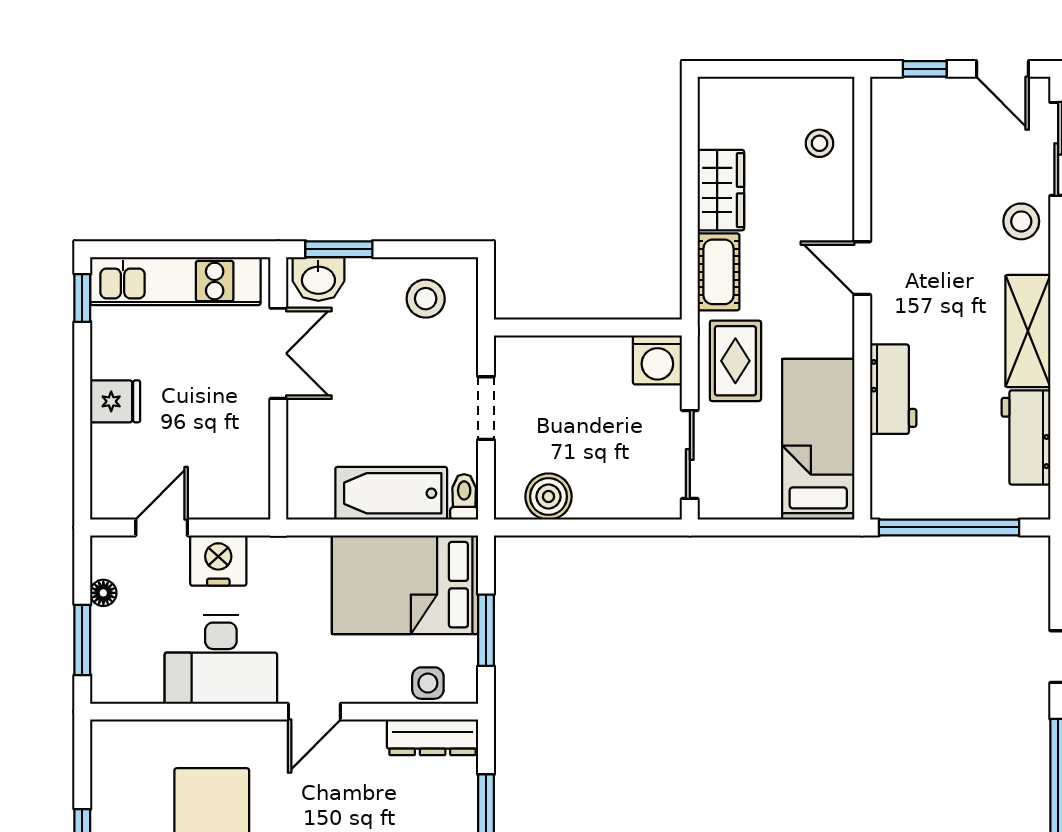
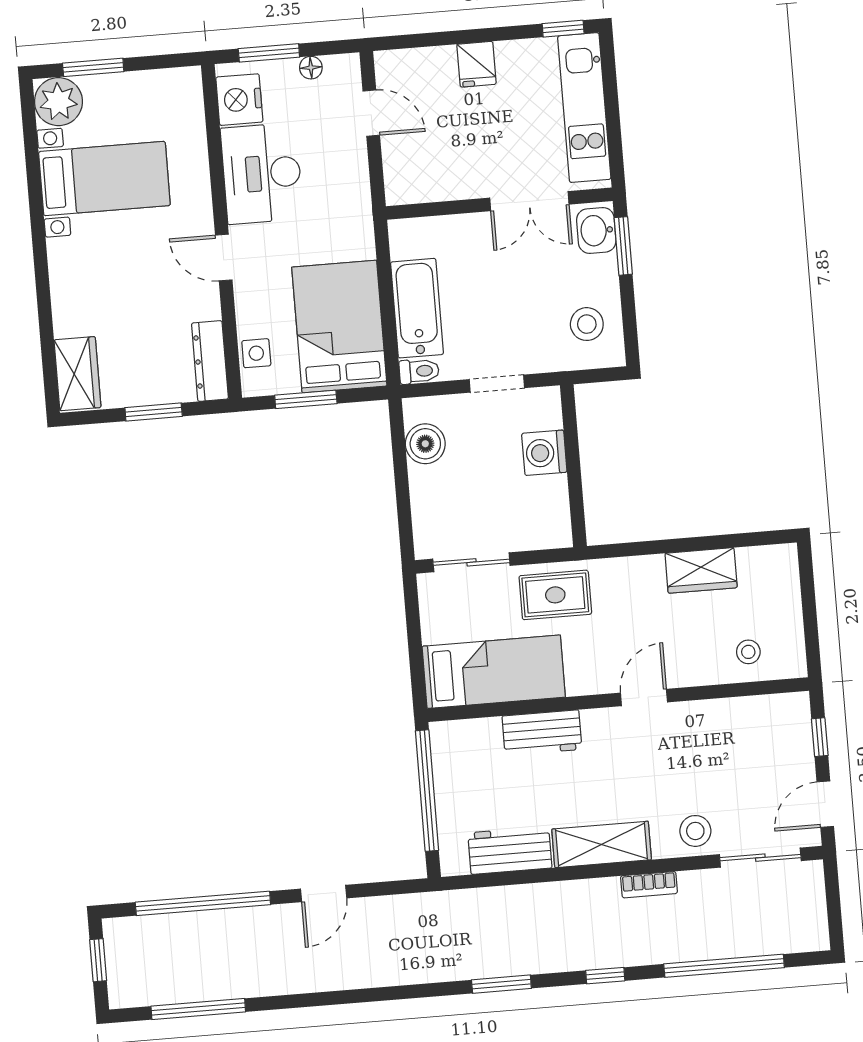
cot: (719, 272) -> (631, 574), removed
washing machine: (657, 360) -> (544, 453), moved
nightstand: (218, 560) -> (239, 100), moved, turned 180

